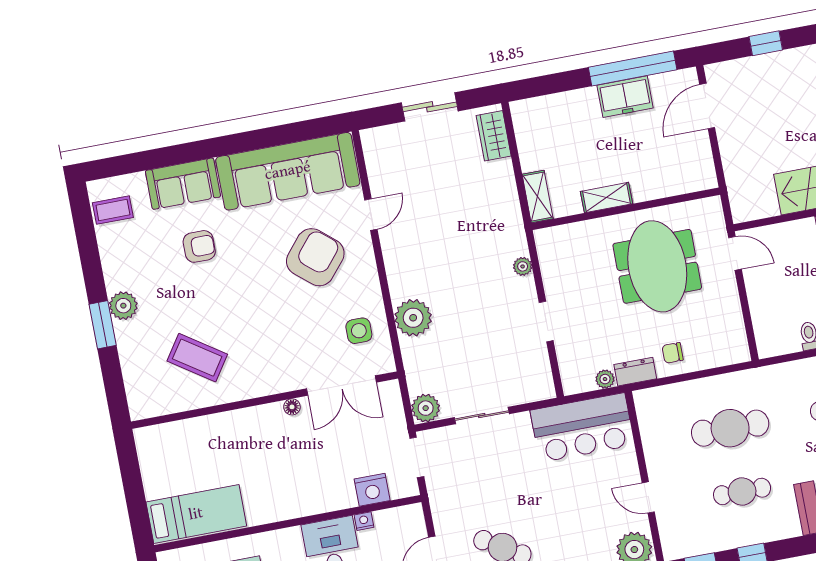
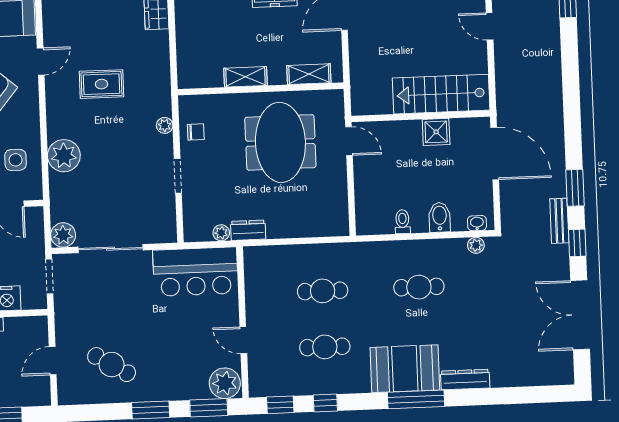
shelving: (538, 197) -> (309, 74), moved, turned 90
rug: (444, 230) -> (102, 84), added
chair: (673, 353) -> (196, 132), moved, turned 180
sliding door: (482, 416) -> (111, 249), width x1.37
cafe table: (730, 428) -> (323, 291), width x0.73, depth x0.74

